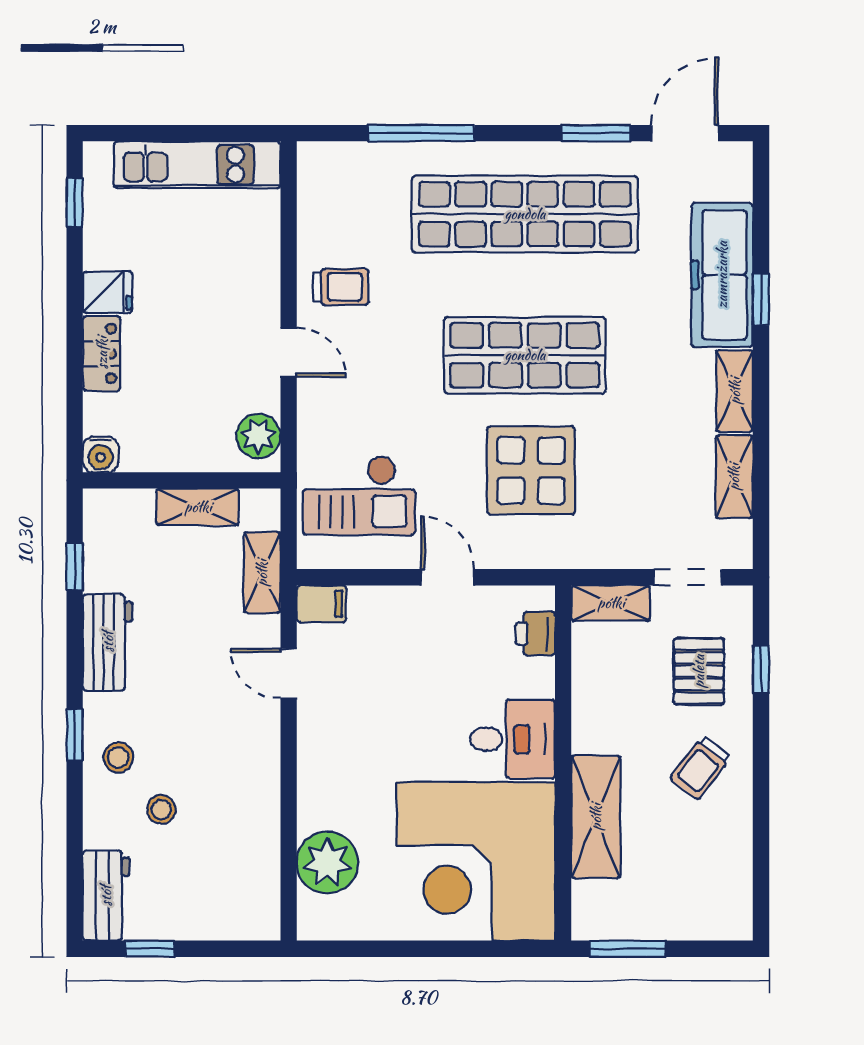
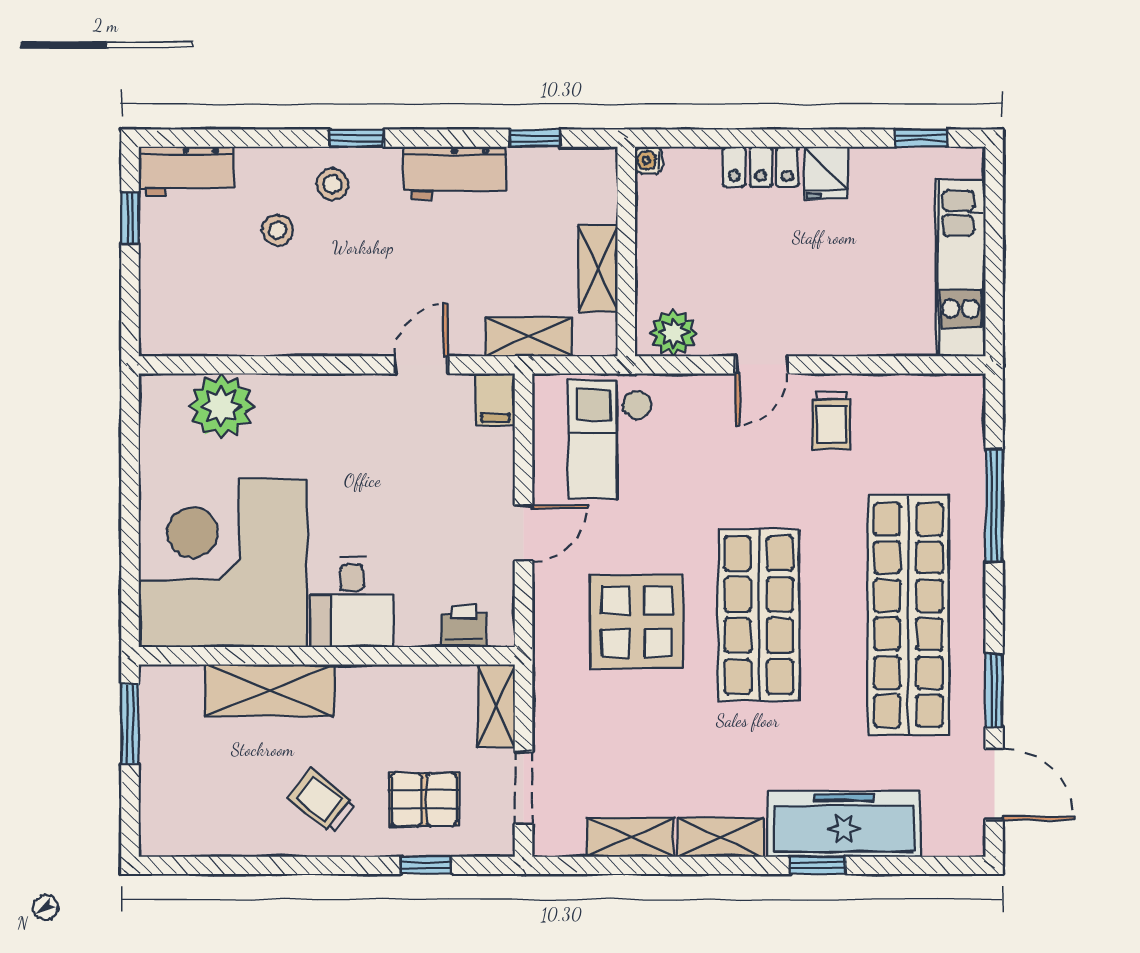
water cooler: (101, 454) -> (648, 160), width x0.72, depth x0.72

